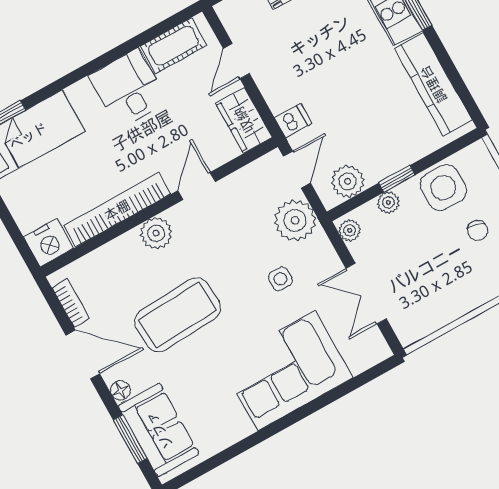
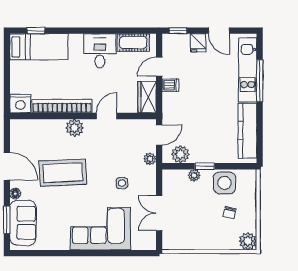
dishwasher: (293, 120) -> (170, 85), moved
plant: (295, 220) -> (150, 159), width x0.53, depth x0.53
plant: (350, 230) -> (168, 178), removed
bookcase: (71, 303) -> (15, 138), removed

